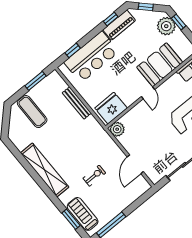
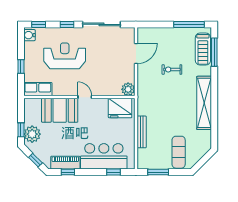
door: (148, 93) -> (85, 97), hinge flipped
window: (71, 219) -> (214, 52), width x1.44

